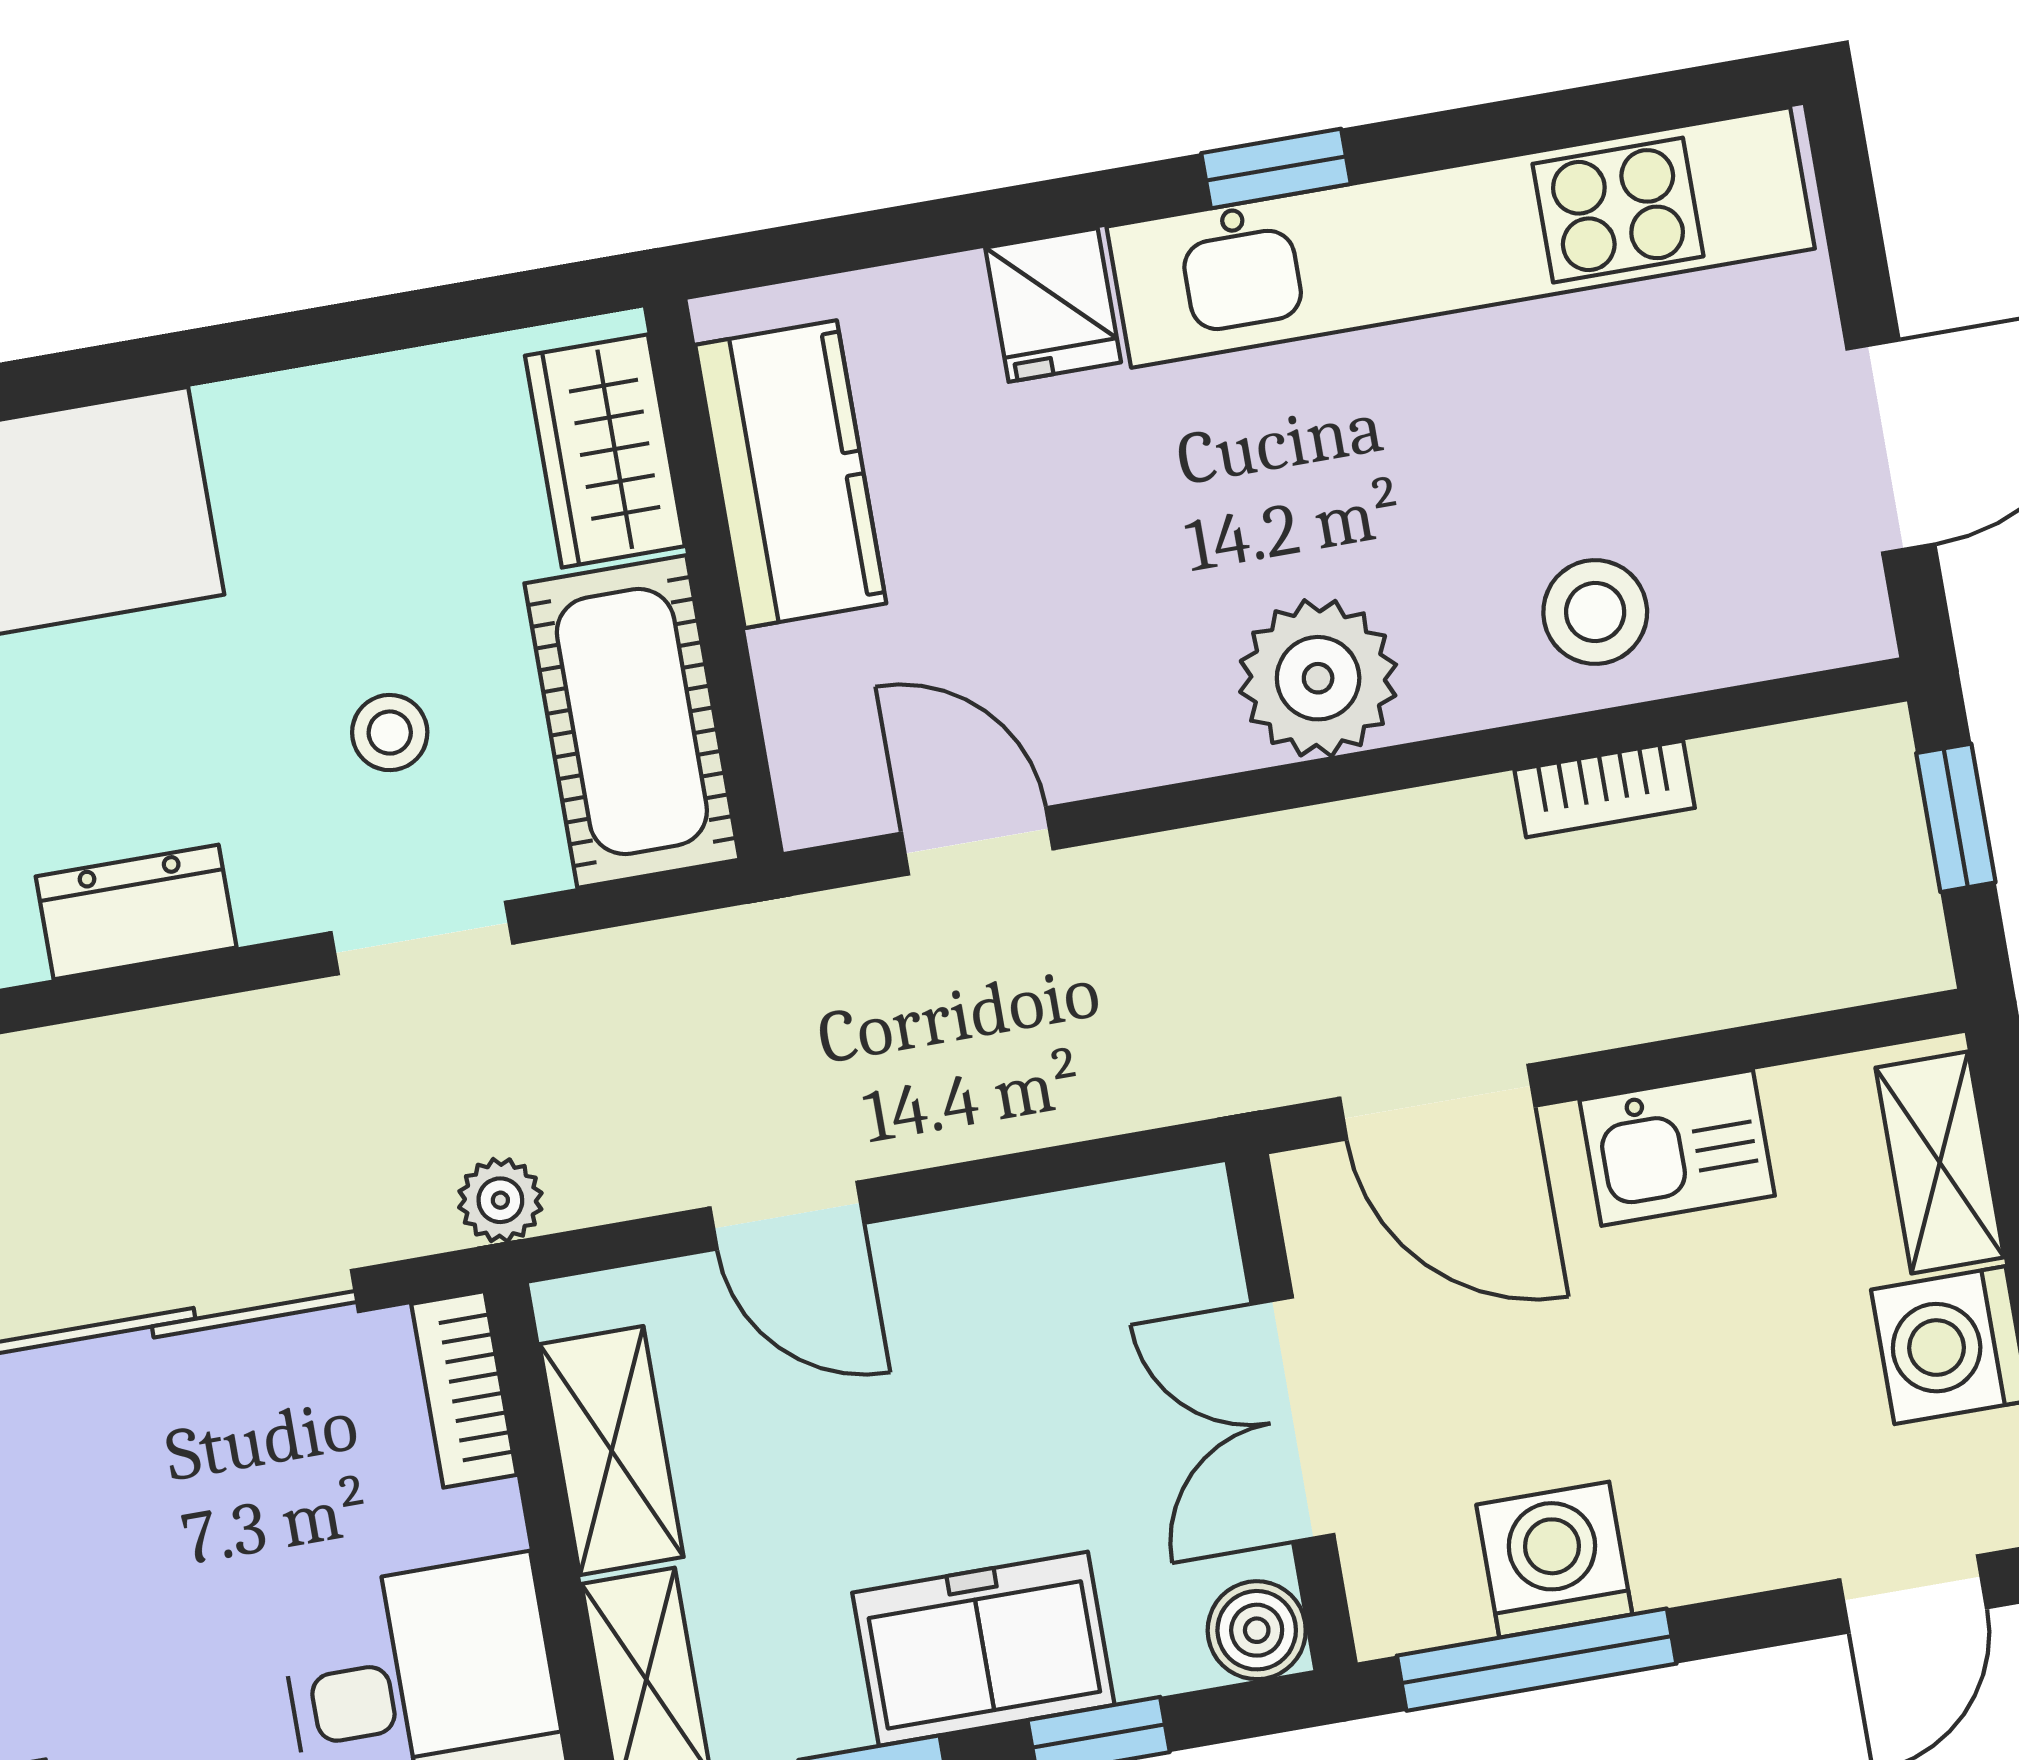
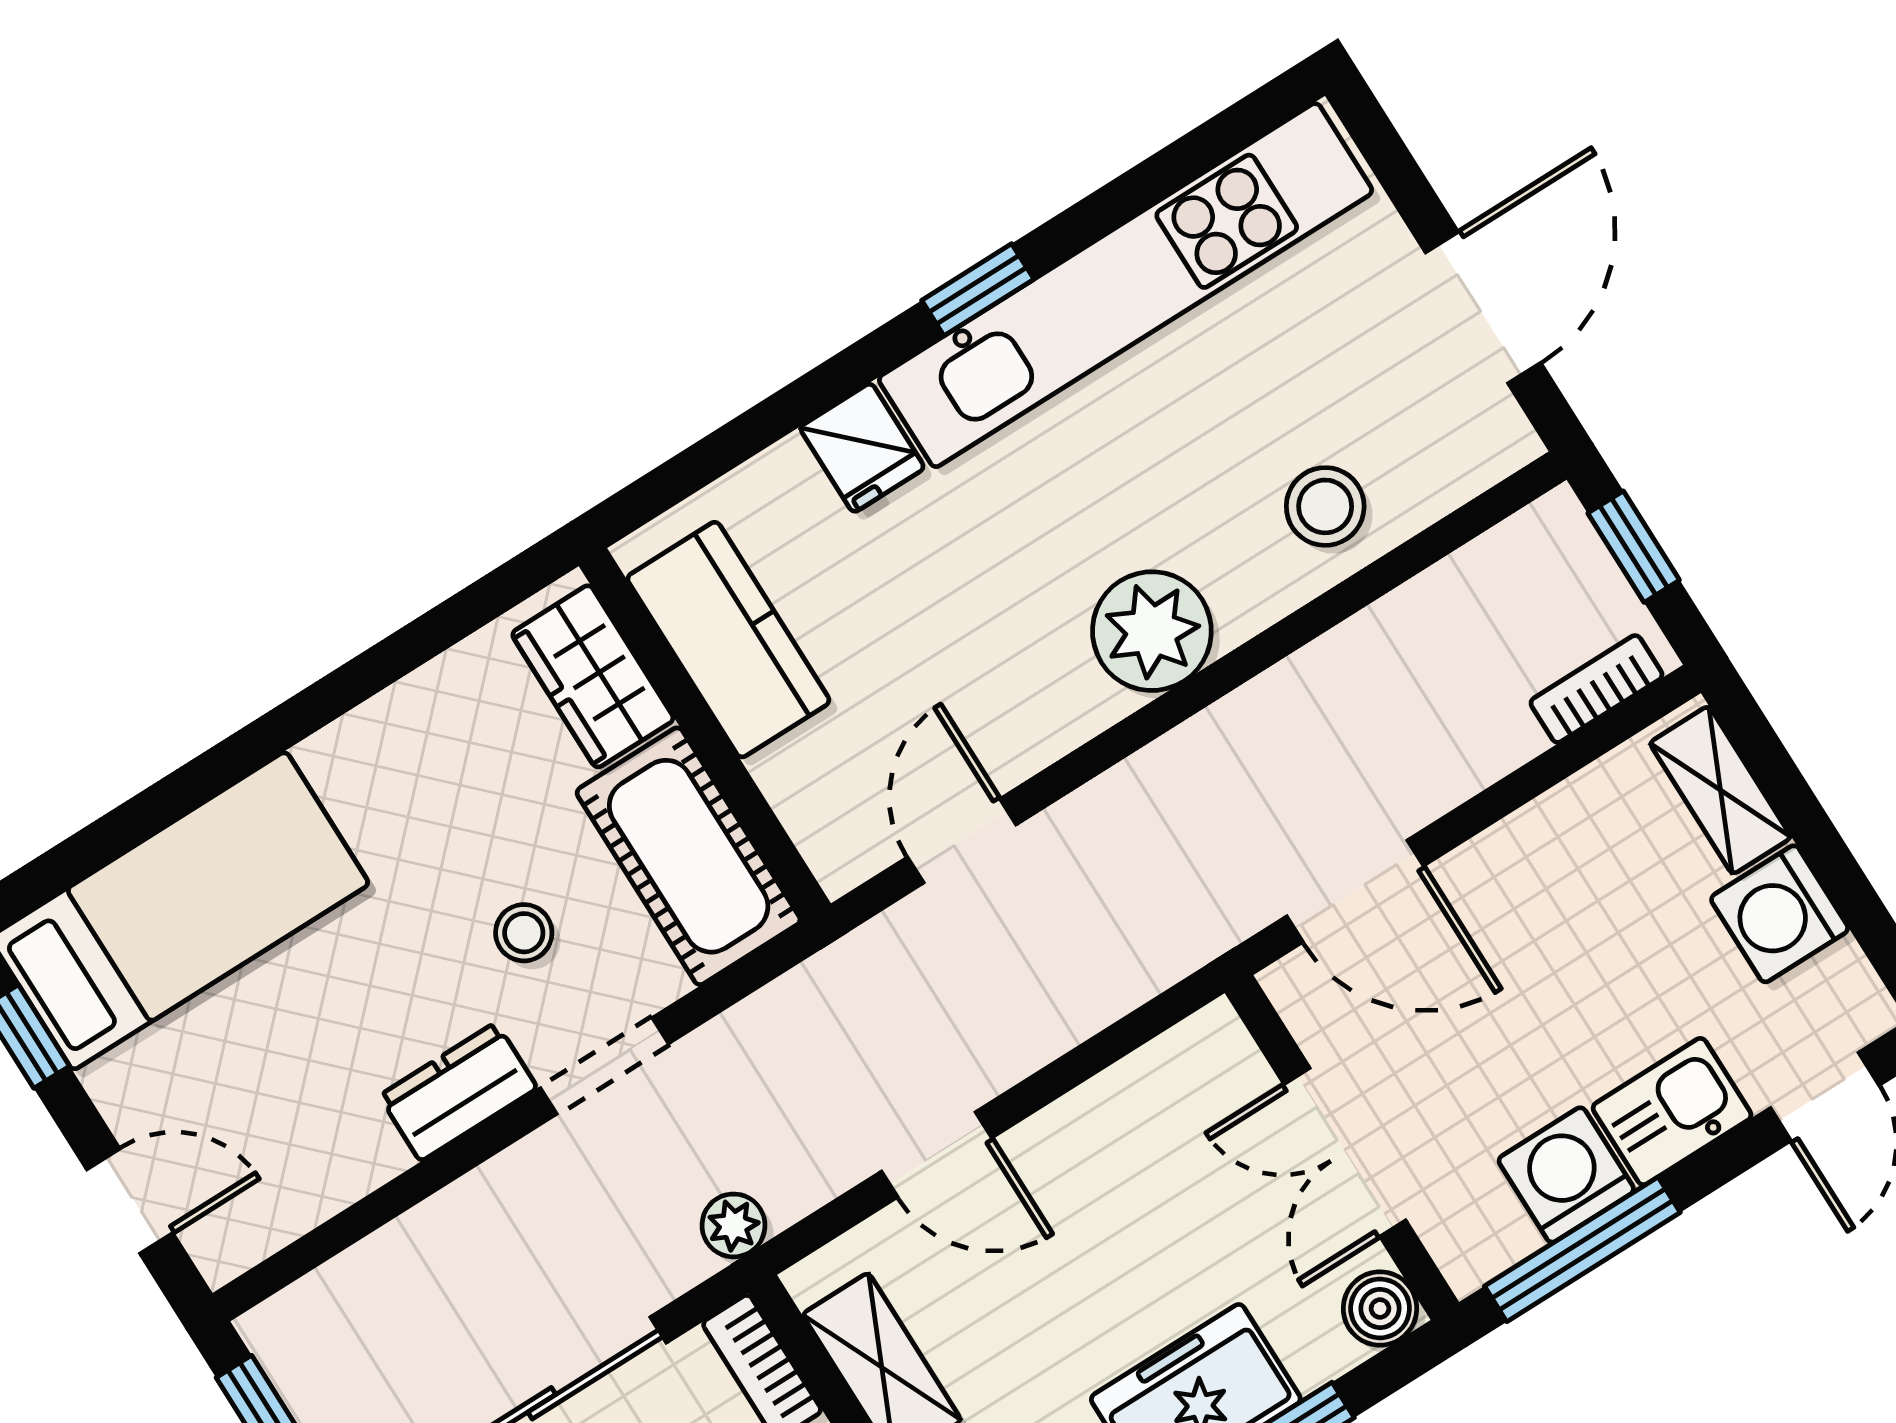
bookcase: (1605, 789) -> (1596, 689), moved, turned 180
door: (977, 841) -> (962, 841), hinge flipped
dresser: (136, 912) -> (458, 1092), moved
kitchen sink: (1677, 1148) -> (1672, 1111), moved, turned 180

